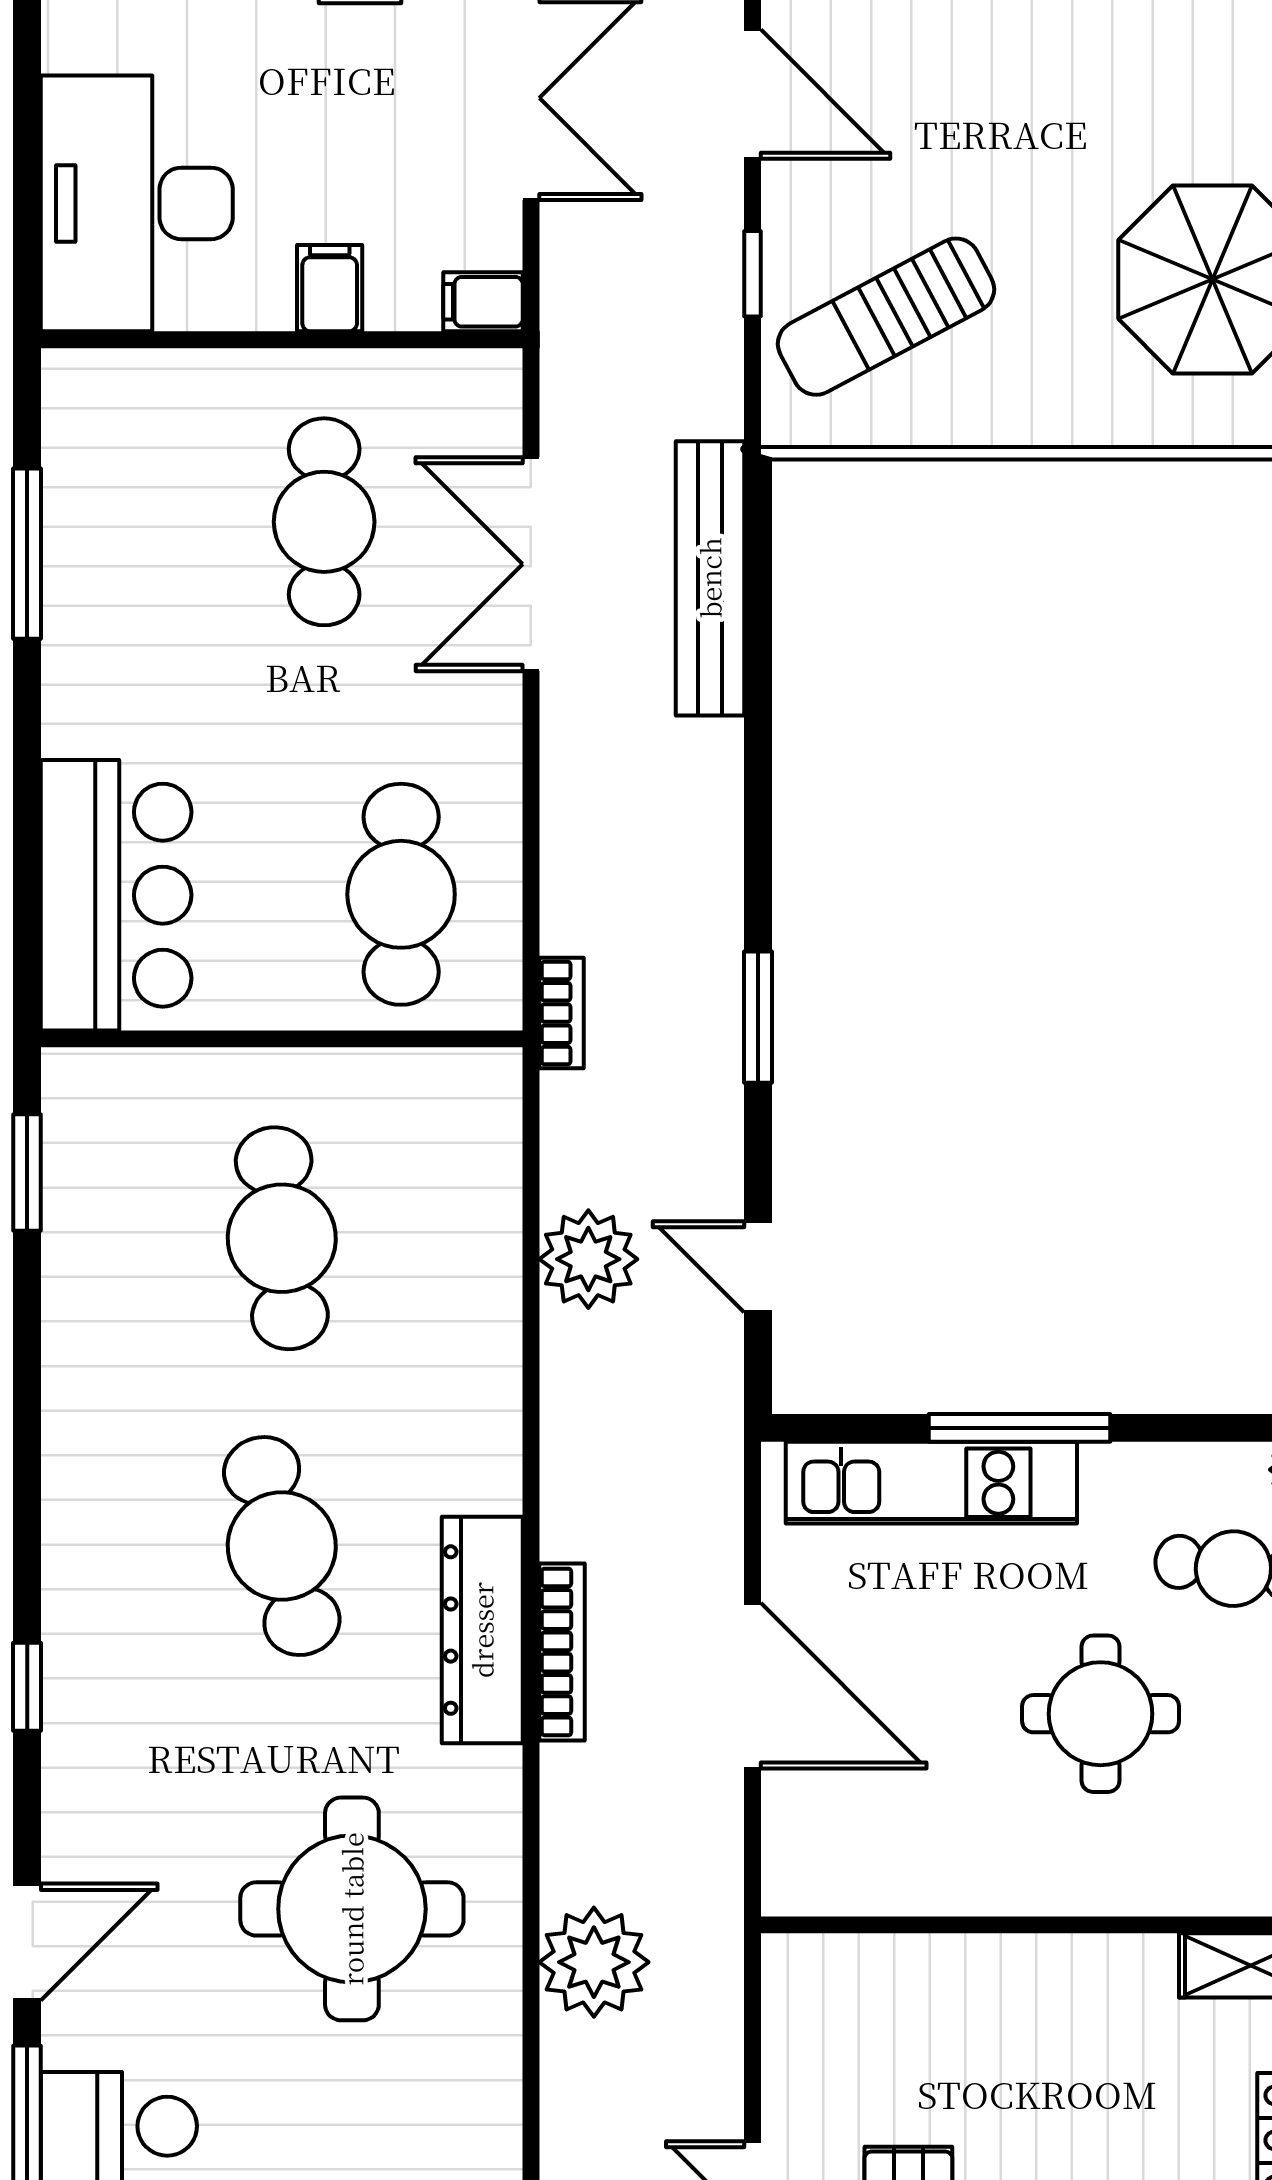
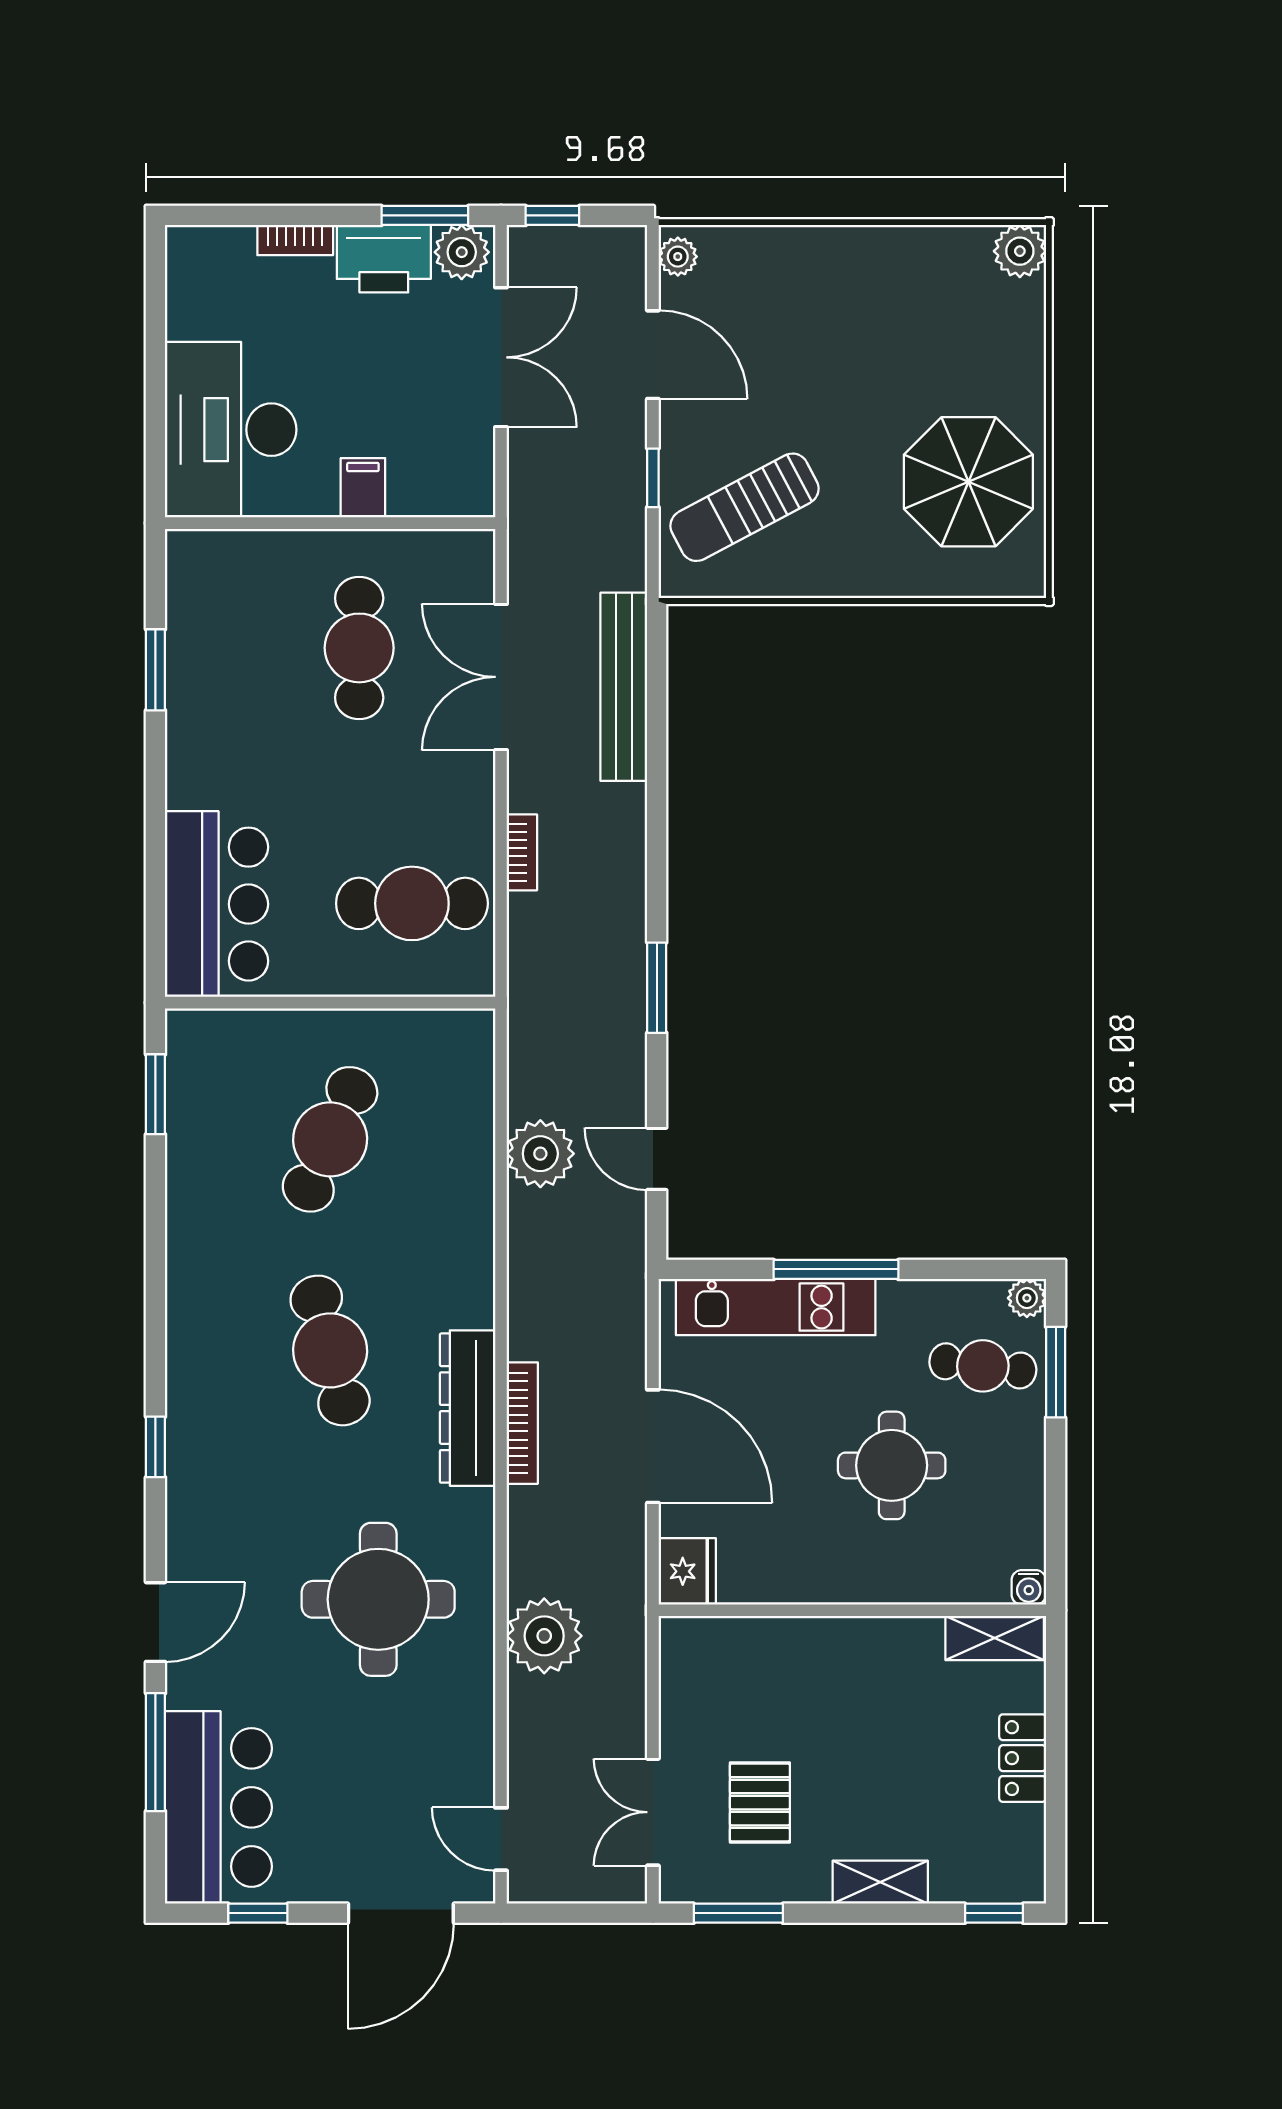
filing cabinet: (483, 302) -> (468, 497), removed
window: (27, 554) -> (155, 670), width x0.69
cafe table: (401, 894) -> (412, 903), turned 90
bookcase: (561, 1013) -> (522, 852), moved
cafe table: (282, 1238) -> (330, 1139), turned 30
fridge: (803, 1868) -> (687, 1571), added

